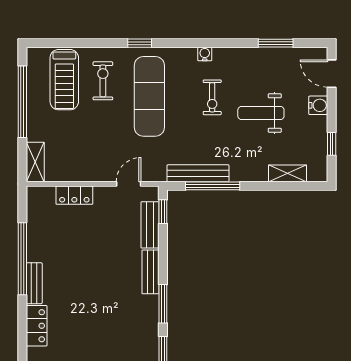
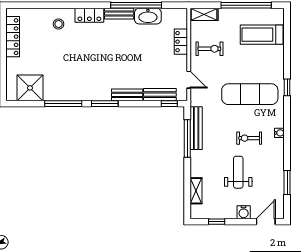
exercise bike: (103, 81) -> (209, 49), moved
washbasin: (38, 242) -> (148, 16), added

